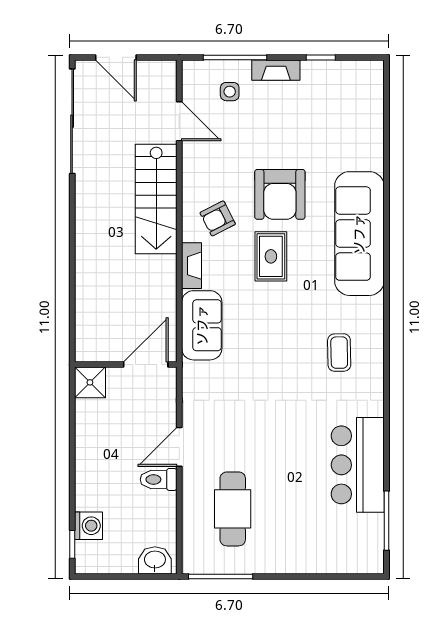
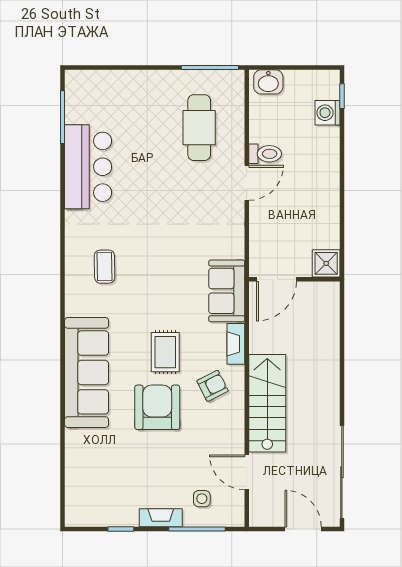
wall: (126, 365) -> (294, 279), moved
door: (146, 365) -> (276, 279), moved
shower: (90, 382) -> (326, 263), moved

